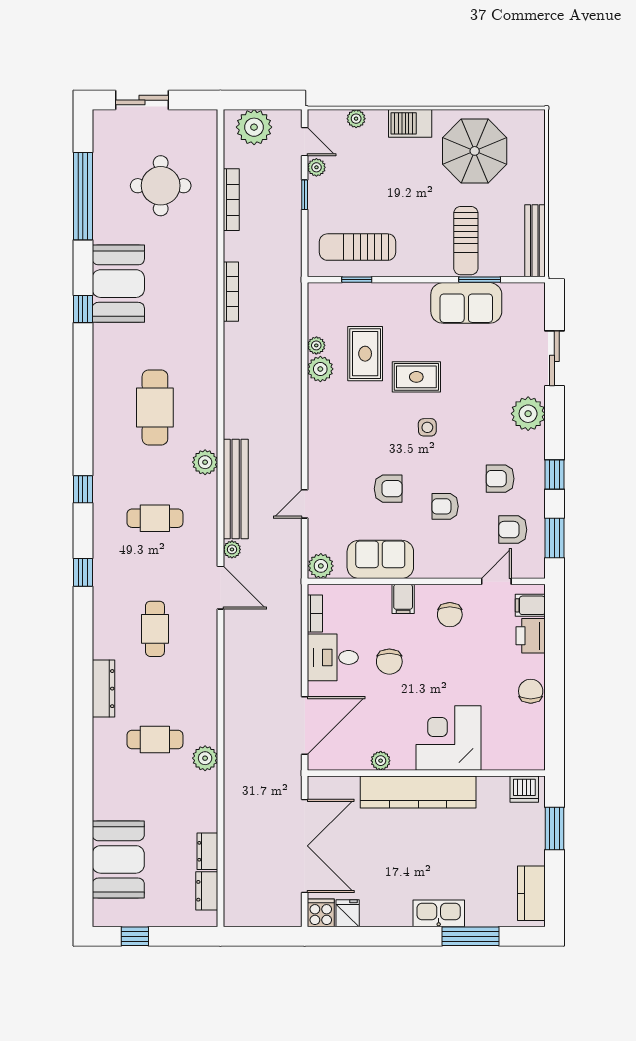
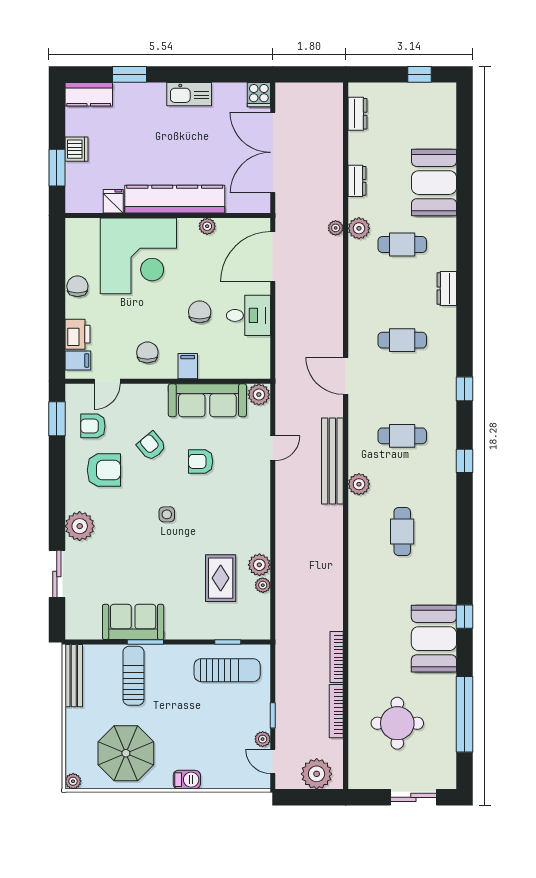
plant: (356, 119) -> (73, 781), moved
barbecue: (410, 123) -> (187, 780), width x0.73, depth x0.79
window: (480, 280) -> (145, 642), moved
bookcase: (231, 292) -> (337, 657), moved
rug: (416, 377) -> (176, 558), removed
cafe table: (155, 408) -> (402, 532), width x0.73, depth x0.74
window: (554, 474) -> (57, 474), removed
armchair: (500, 479) -> (104, 470), width x1.38, depth x1.38
armchair: (445, 506) -> (151, 446), turned -130
armchair: (513, 530) -> (93, 426), turned 180
plant: (232, 549) -> (336, 228), moved
sofa: (380, 559) -> (207, 400), width x1.36
bookcase: (315, 614) -> (264, 353), removed
cafe table: (155, 629) -> (402, 340), turned 90
dresser: (104, 689) -> (447, 289), width x0.70
chair: (531, 691) -> (77, 286), turned 180
corner desk: (448, 738) -> (138, 256), width x1.36, depth x1.36
dishwasher: (524, 789) -> (76, 149), moved, turned 90
dresser: (207, 851) -> (357, 181), moved
booth: (118, 859) -> (434, 183), moved
kitchen counter: (531, 893) -> (89, 94), moved, turned 90
fridge: (348, 913) -> (113, 201), moved, turned 180
kitchen sink: (439, 913) -> (189, 94), moved
window: (471, 936) -> (129, 74), width x0.69

